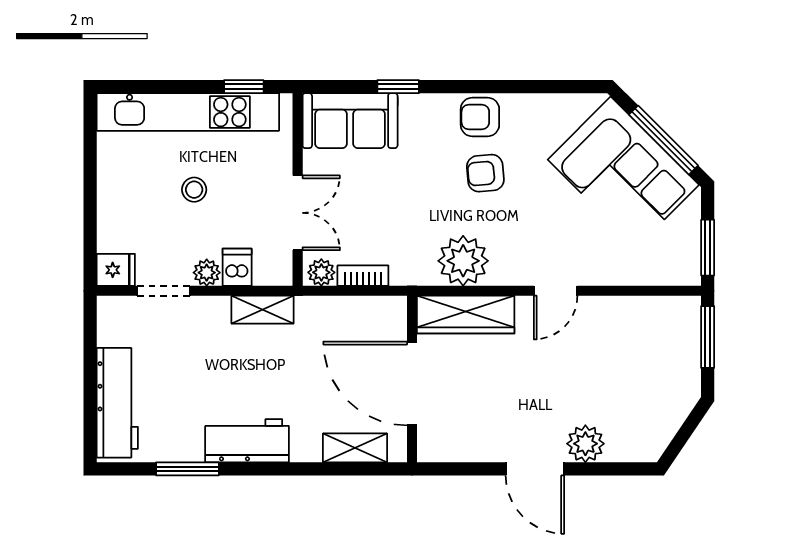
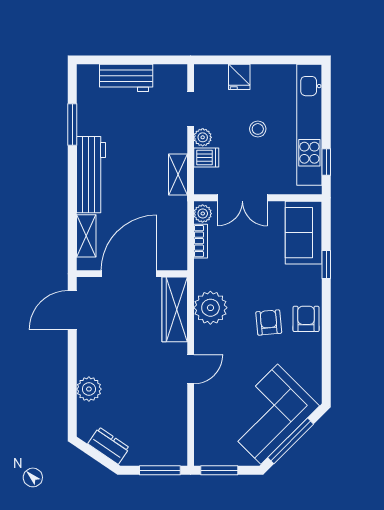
fridge: (116, 270) -> (239, 77), moved
door: (556, 291) -> (191, 369), swing flipped
workbench: (117, 403) -> (126, 78), width x0.73
dresser: (671, 414) -> (109, 446), added
workbench: (247, 441) -> (91, 175), width x1.38
door: (535, 469) -> (72, 310), moved

